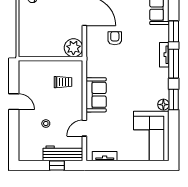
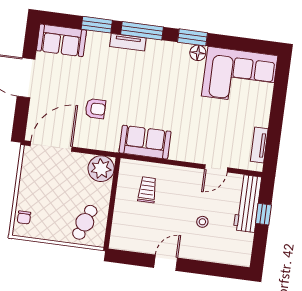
armchair: (115, 38) -> (95, 109), turned 180
cafe table: (34, 41) -> (85, 222), added
sofa: (96, 95) -> (145, 142), moved
door: (84, 128) -> (216, 168), hinge flipped

